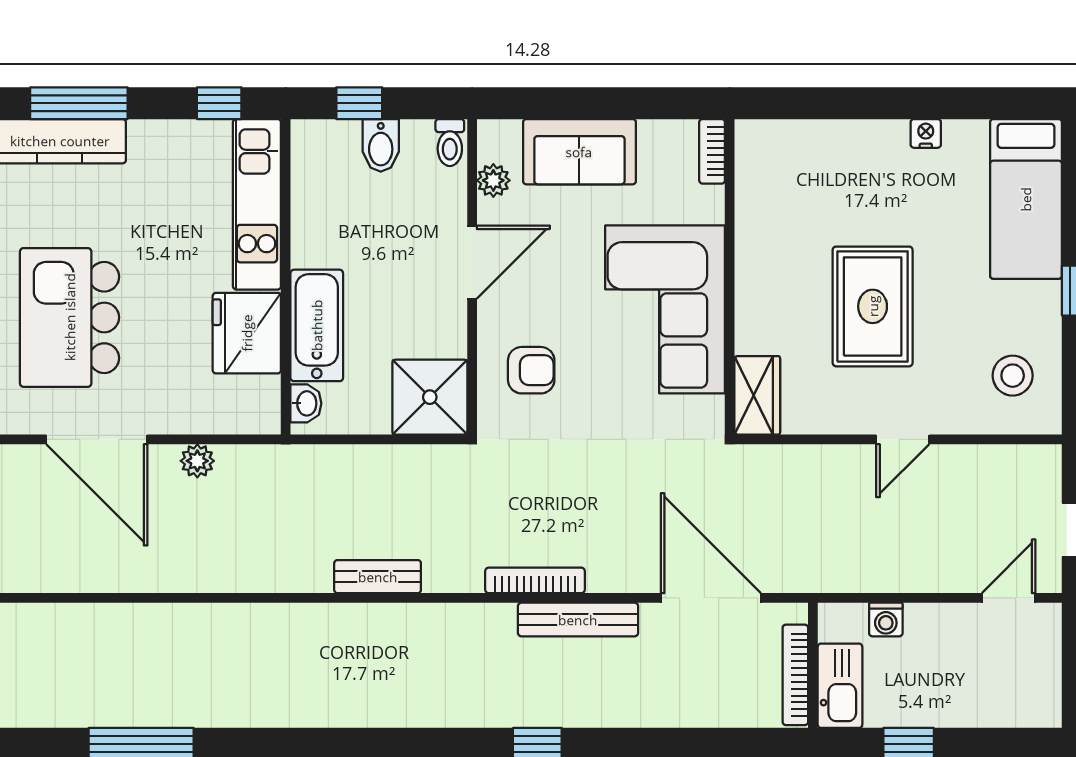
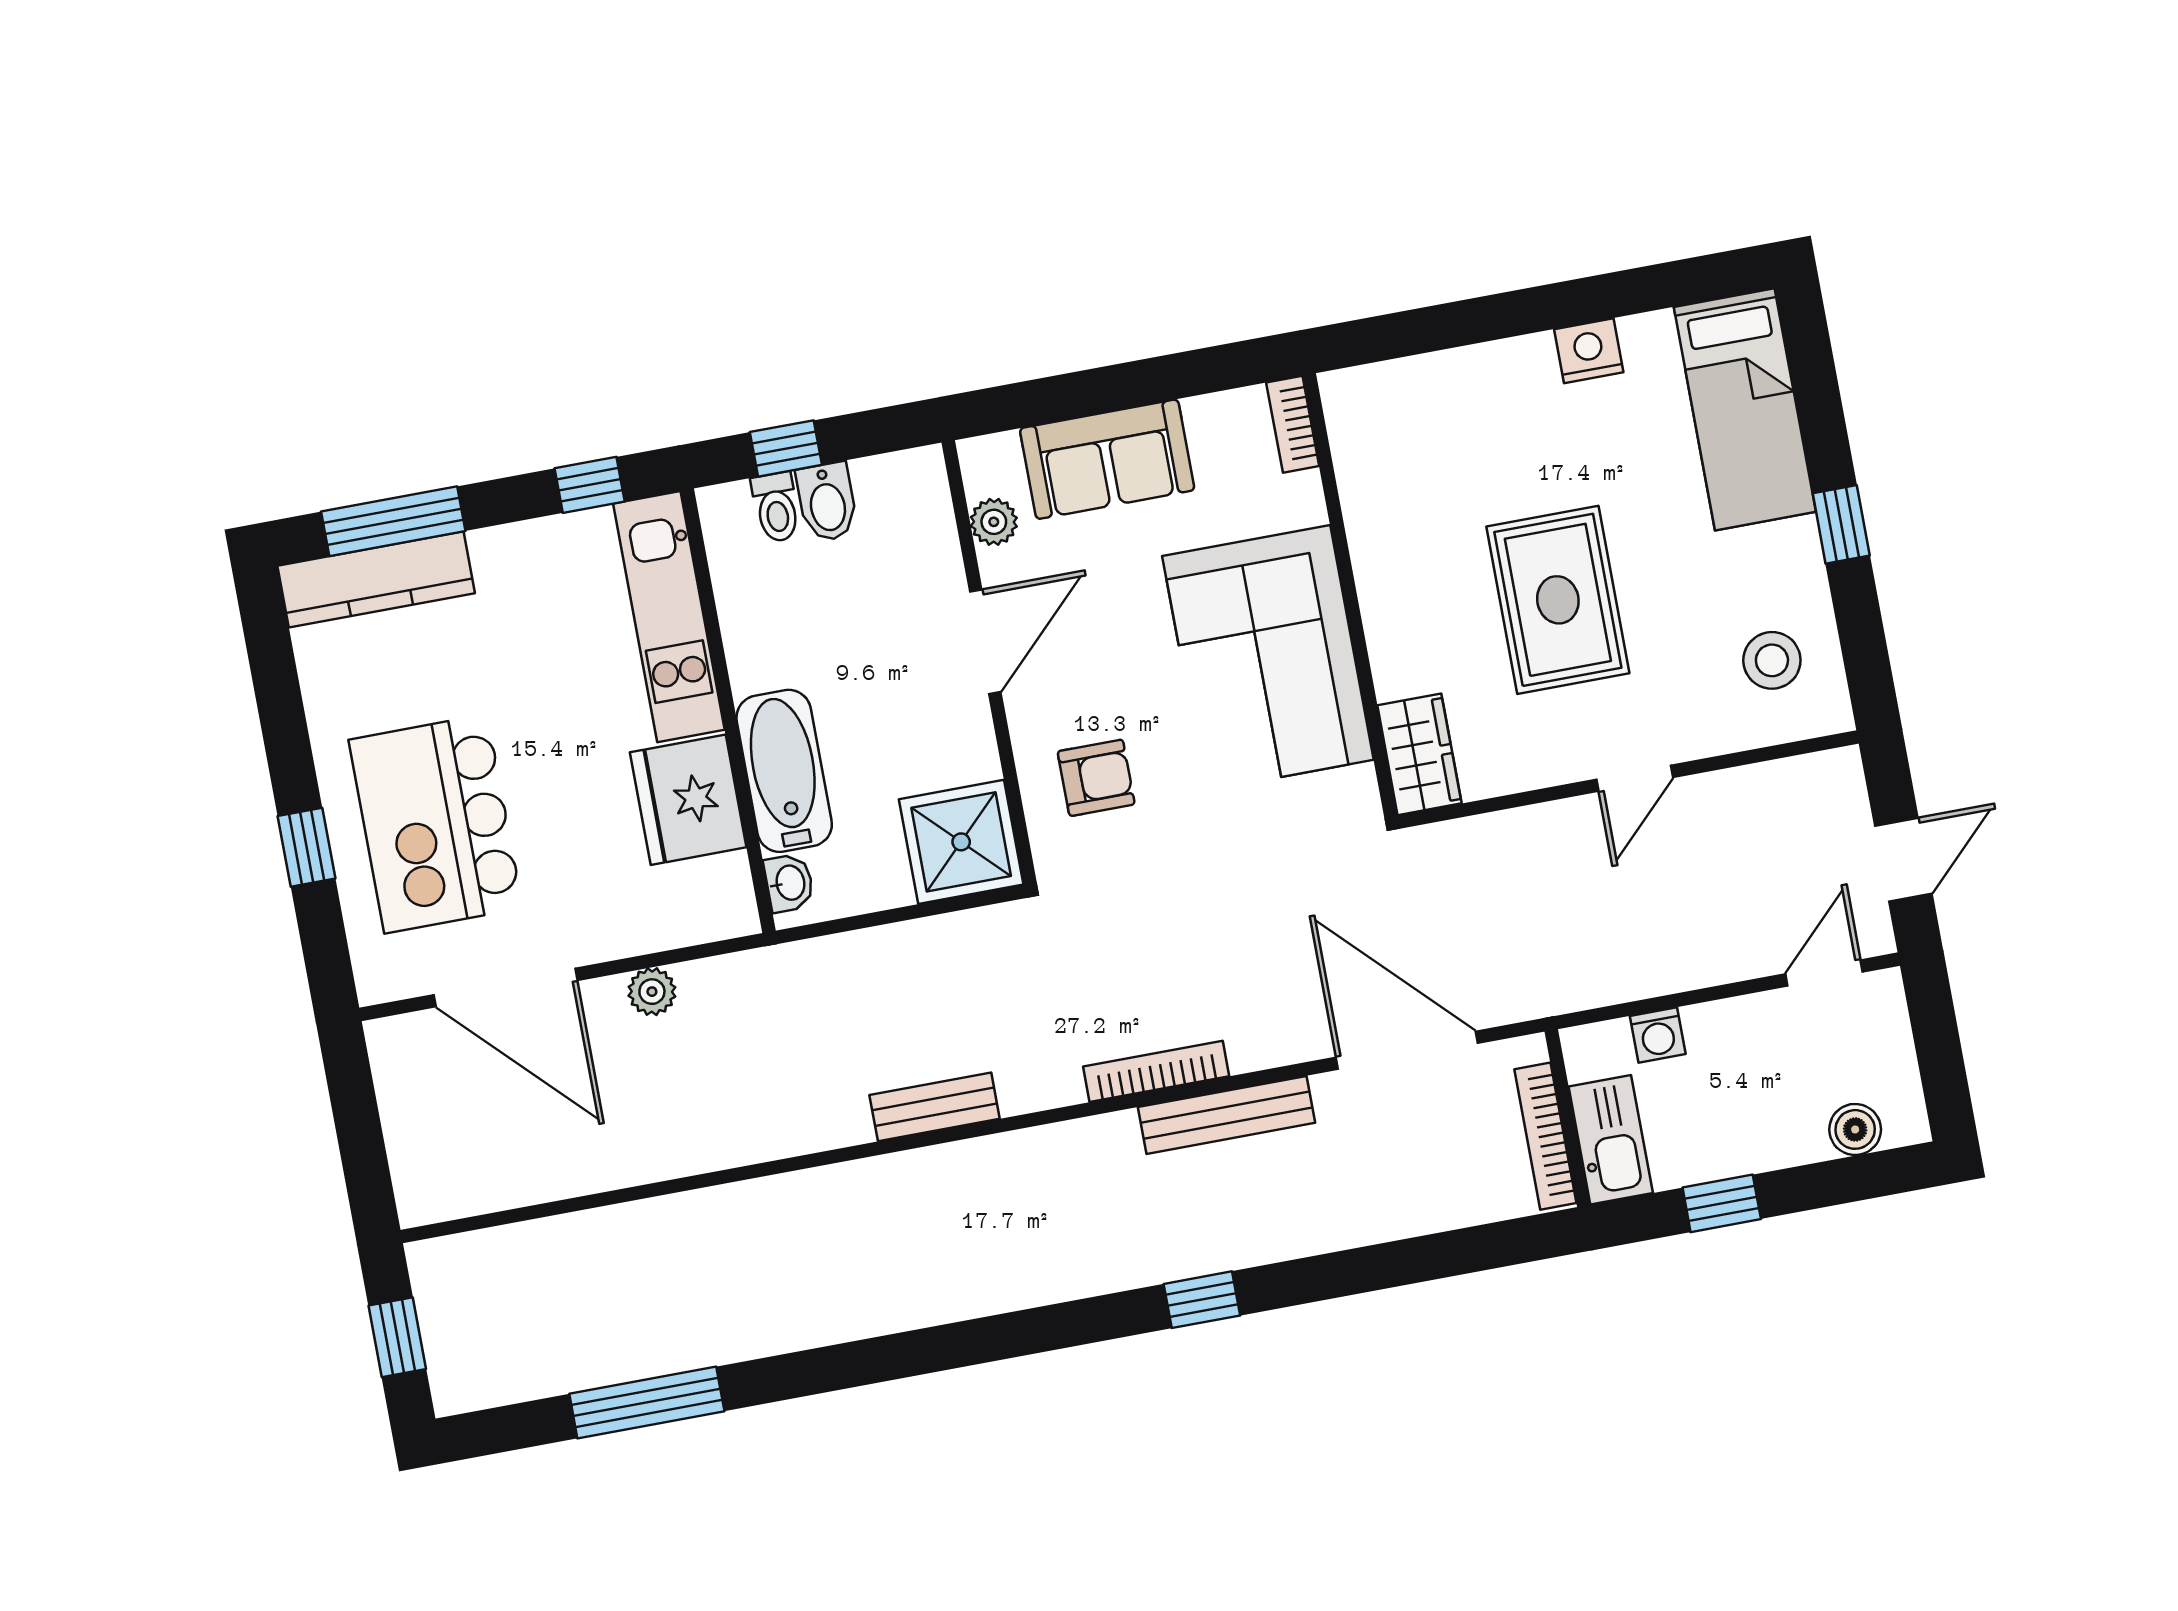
nightstand: (926, 133) -> (1589, 351), width x1.39, depth x1.35
toilet: (450, 143) -> (776, 507), moved
boiler: (1010, 710) -> (1855, 1129), added

